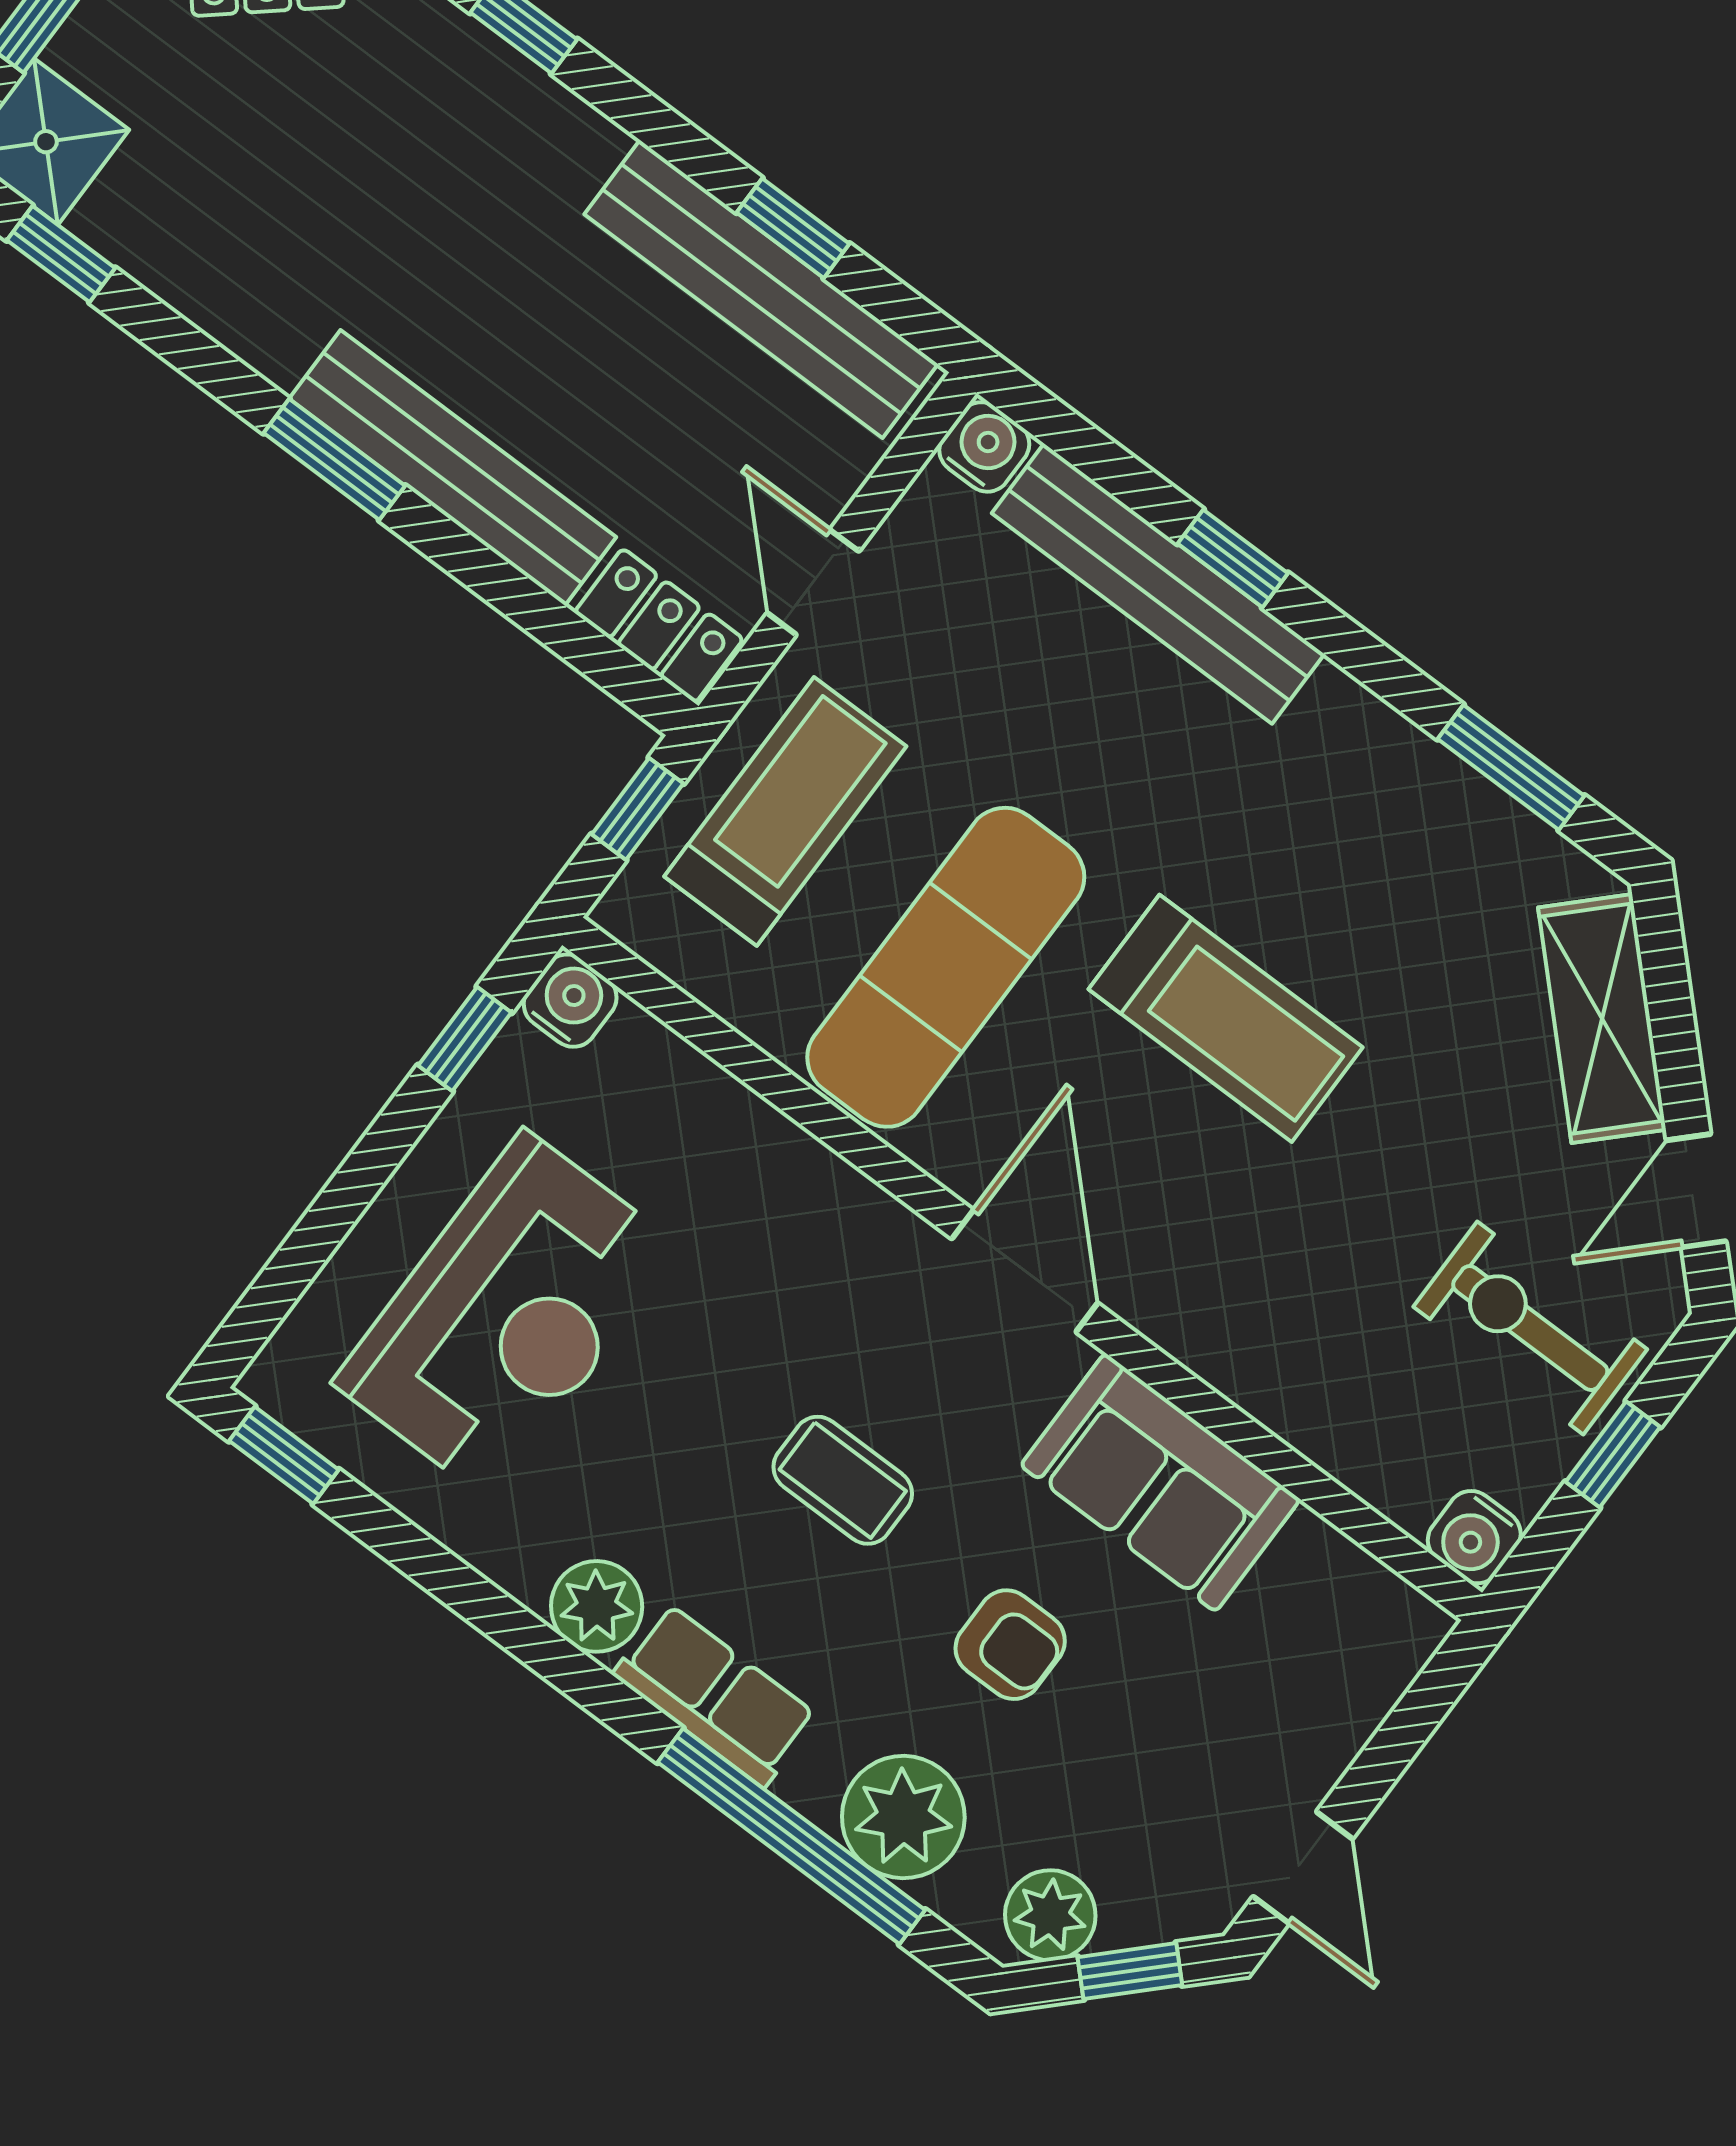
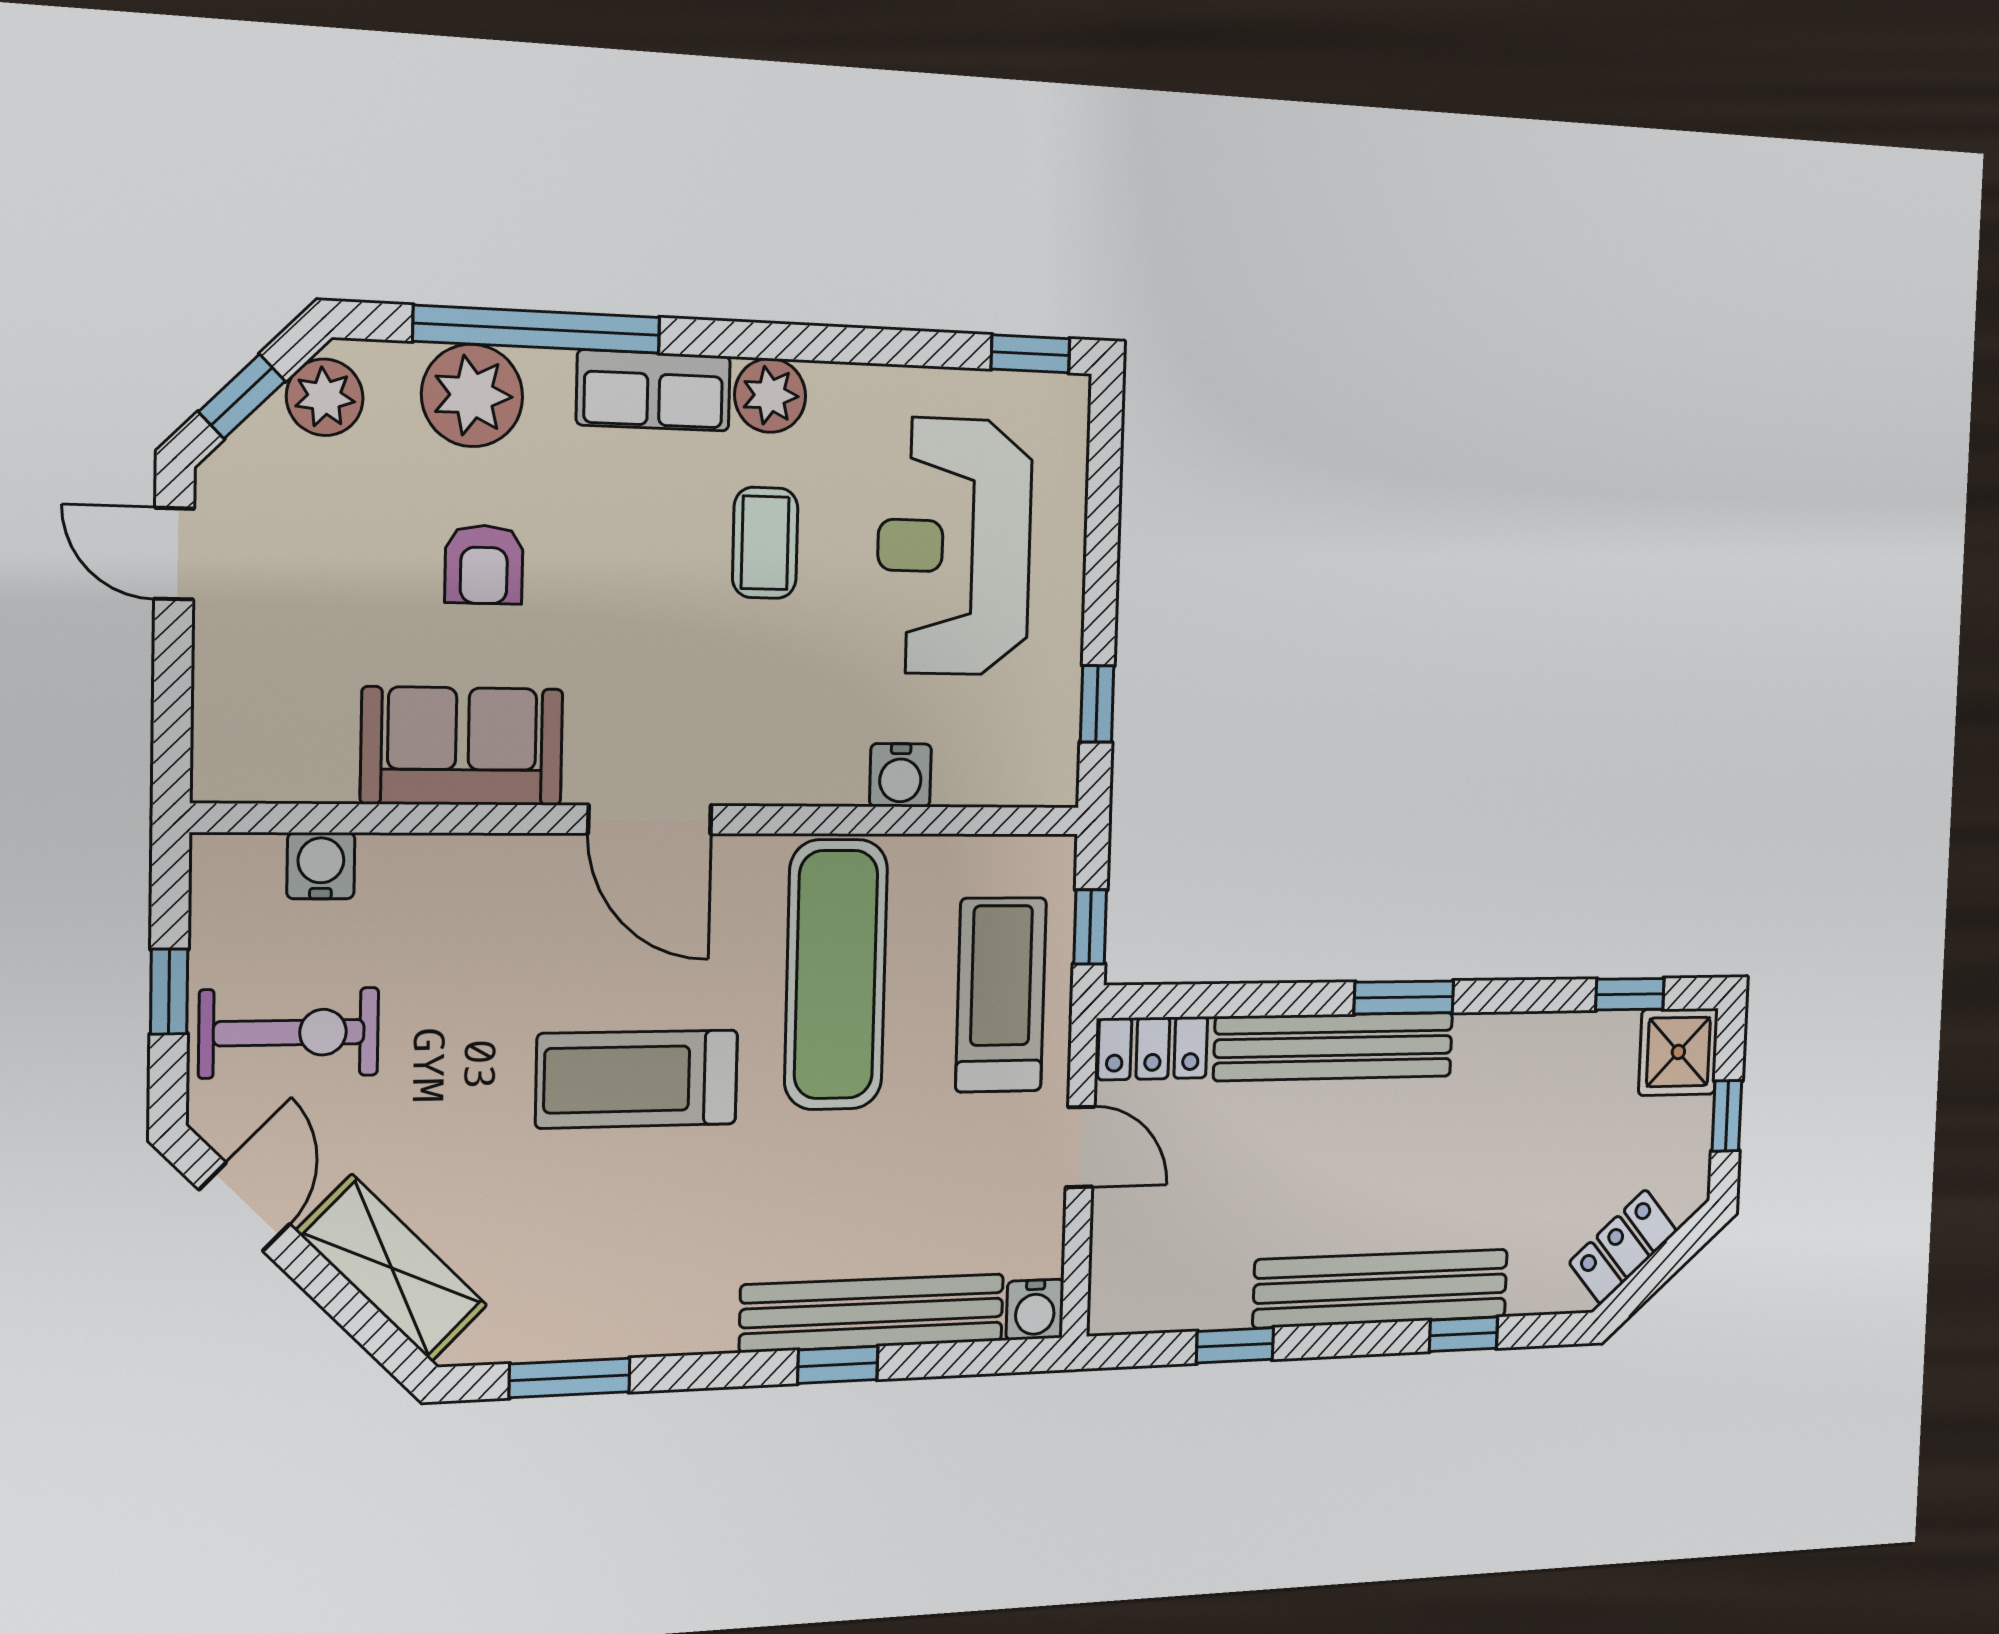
bench: (761, 289) -> (1381, 1288), moved
treadmill: (785, 811) -> (1001, 995), turned 180
water cooler: (570, 1001) -> (900, 775), moved
coffee table: (843, 1480) -> (765, 543), moved, turned 90
water cooler: (1474, 1537) -> (321, 866), moved
armchair: (1010, 1645) -> (484, 564), turned -90

